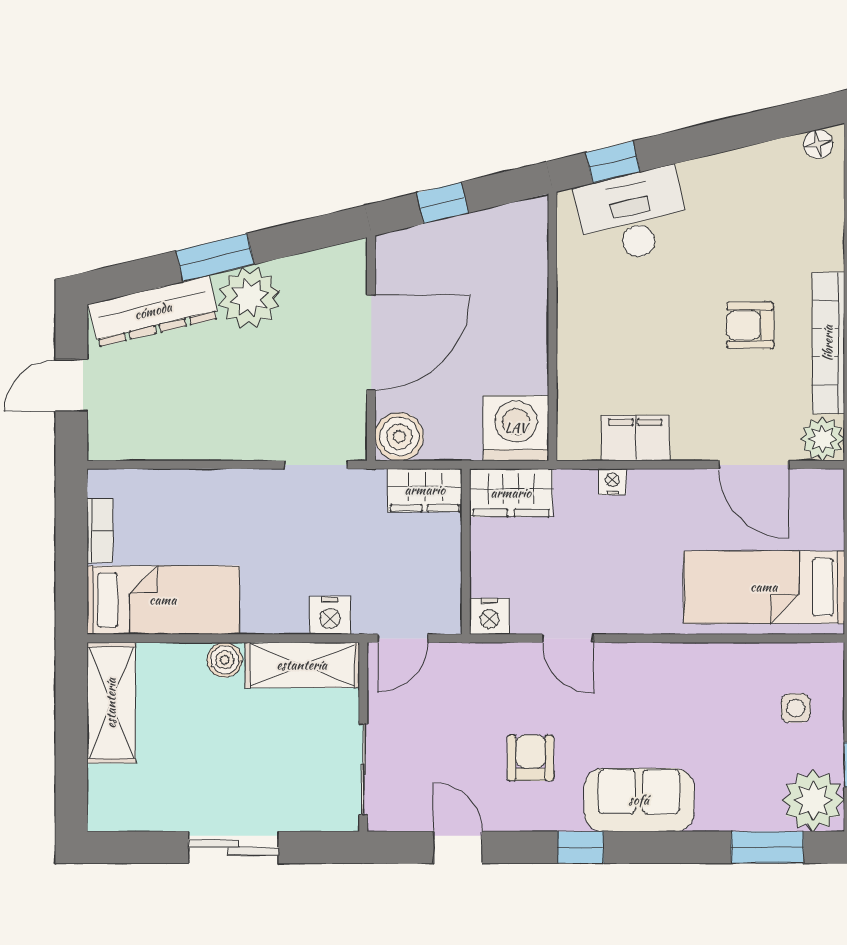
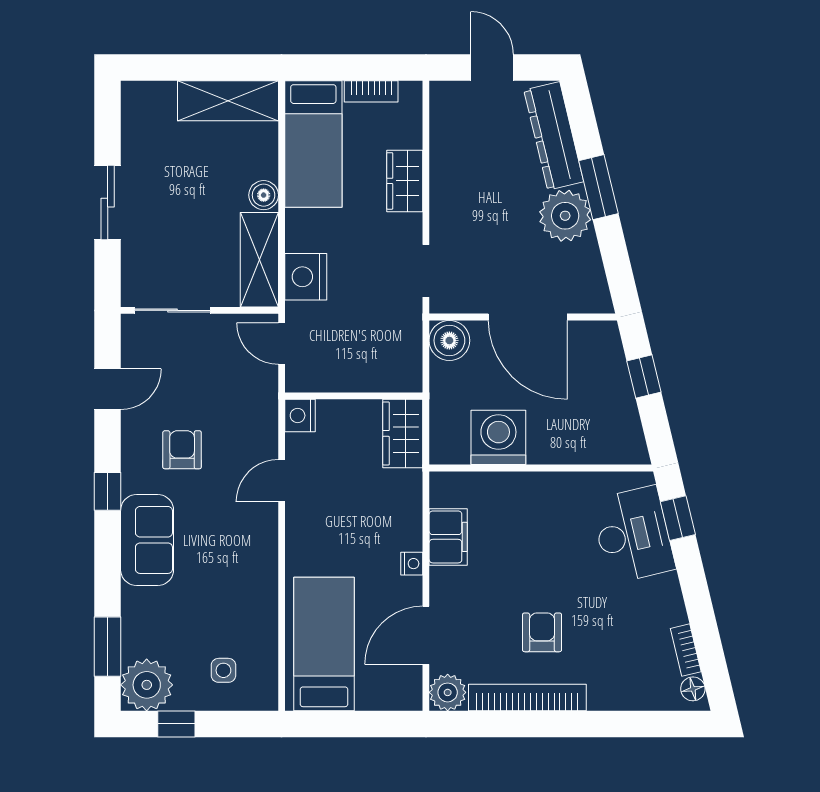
bookcase: (771, 152) -> (686, 650), added
washing machine: (516, 428) -> (498, 437), moved, turned -90
nightstand: (612, 482) -> (412, 564), moved
wardrobe: (425, 490) -> (405, 181), moved
nightstand: (330, 615) -> (306, 277), width x1.36, depth x1.33
armchair: (531, 758) -> (182, 450), turned -90

